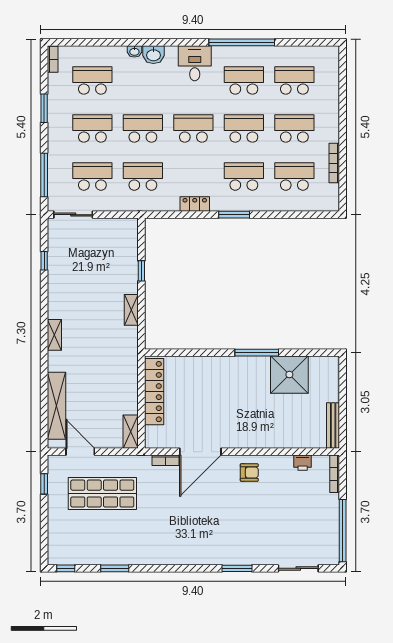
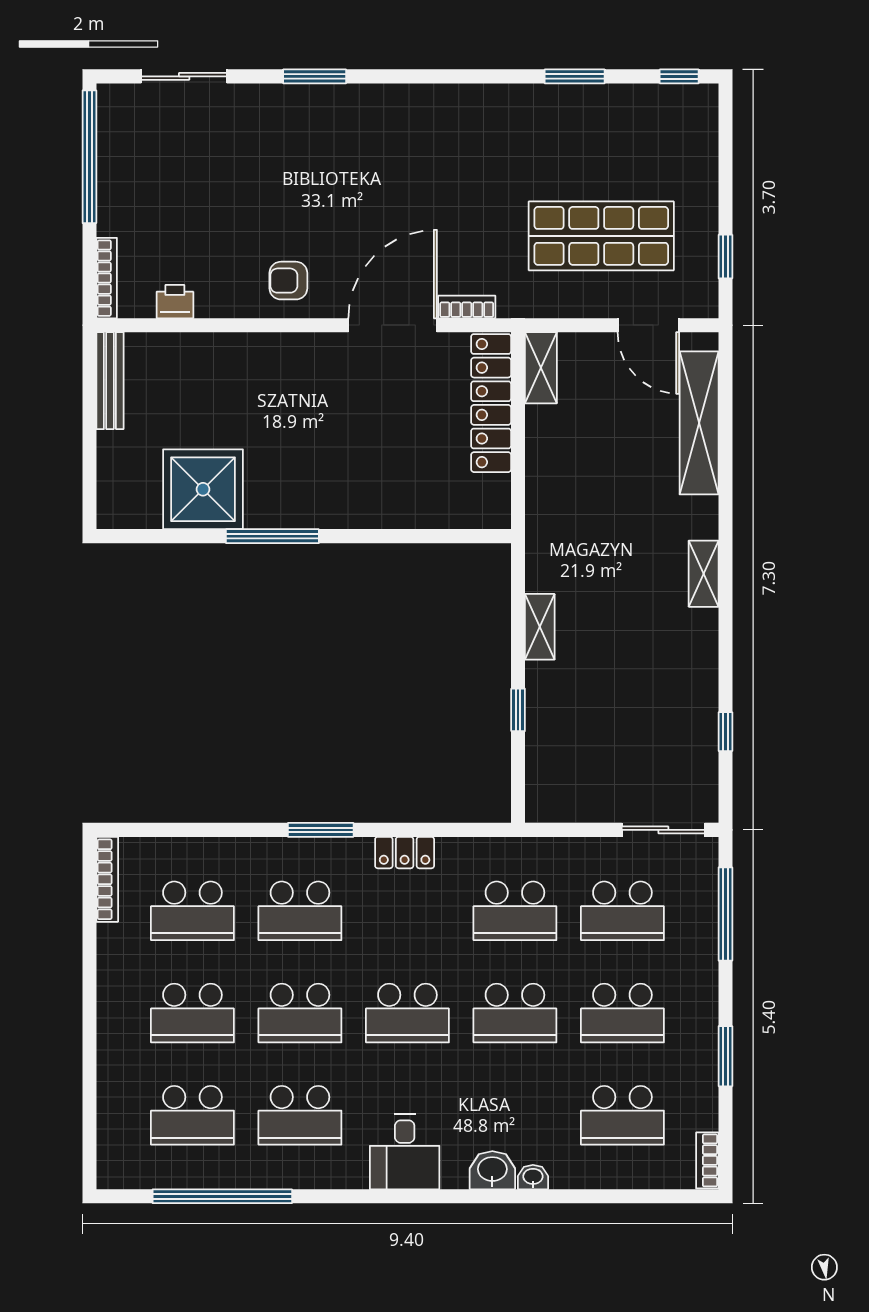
window: (242, 42) -> (222, 1196), moved
bookcase: (334, 163) -> (107, 879), moved
locker: (154, 392) -> (491, 403), moved

